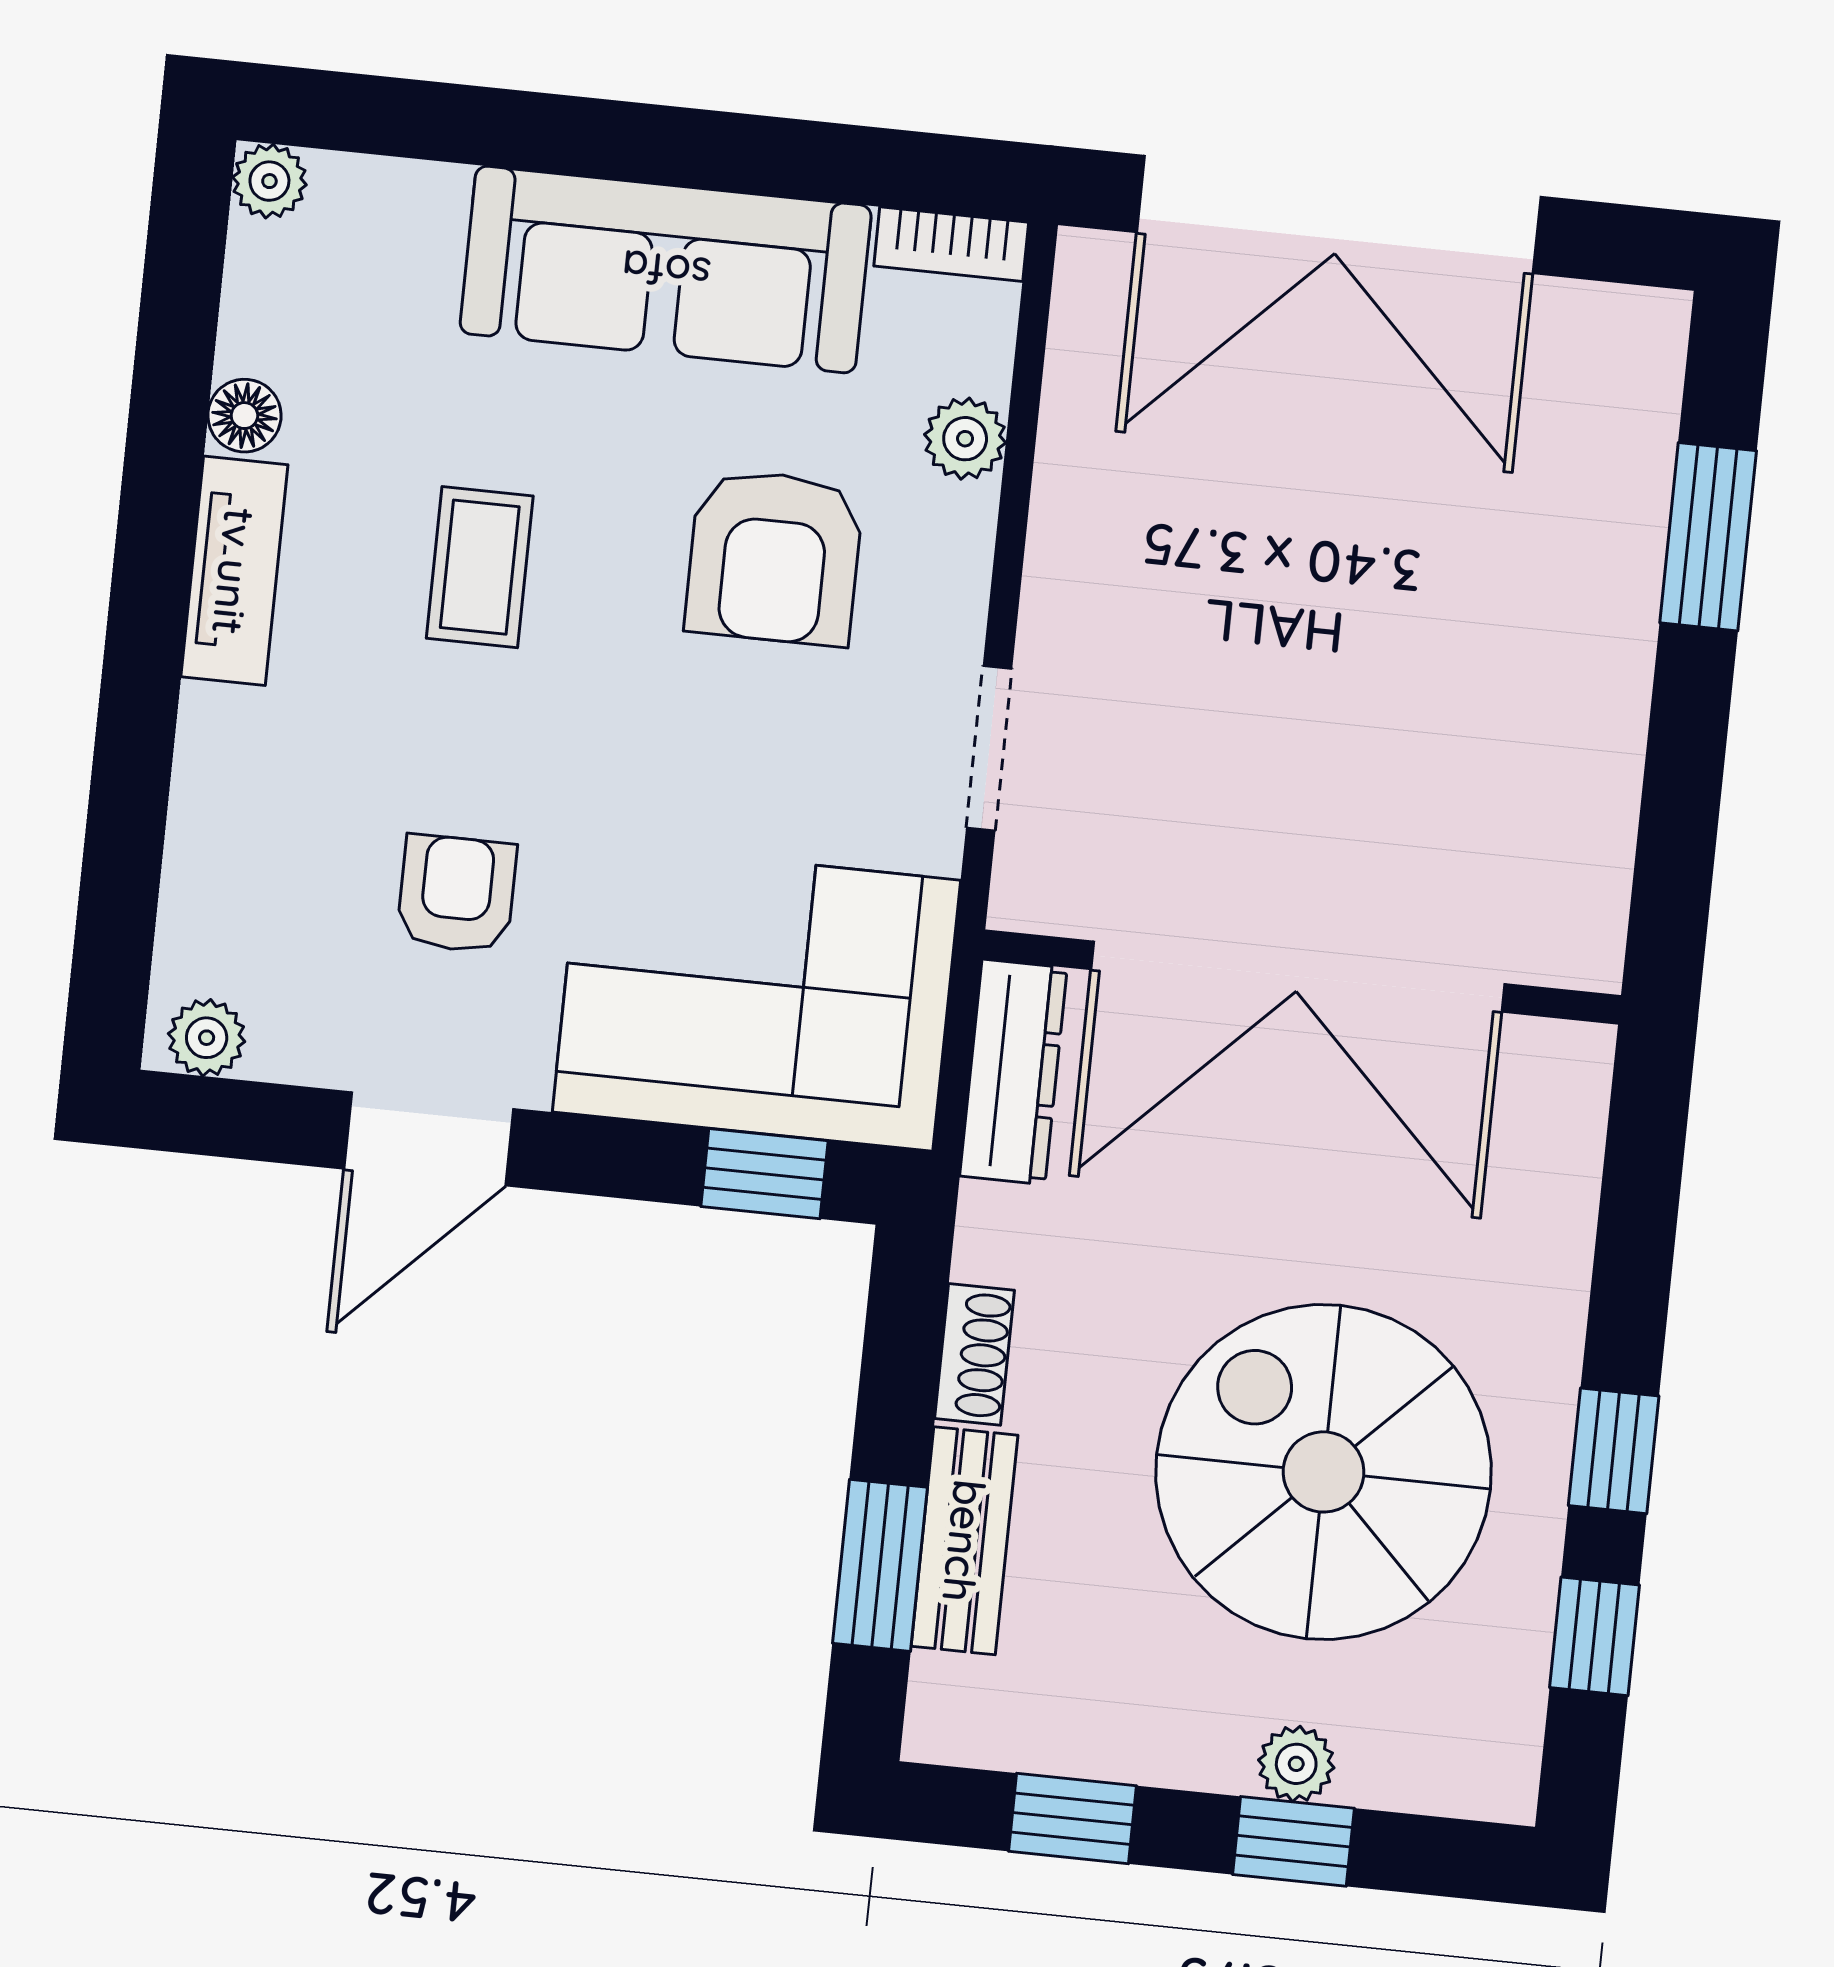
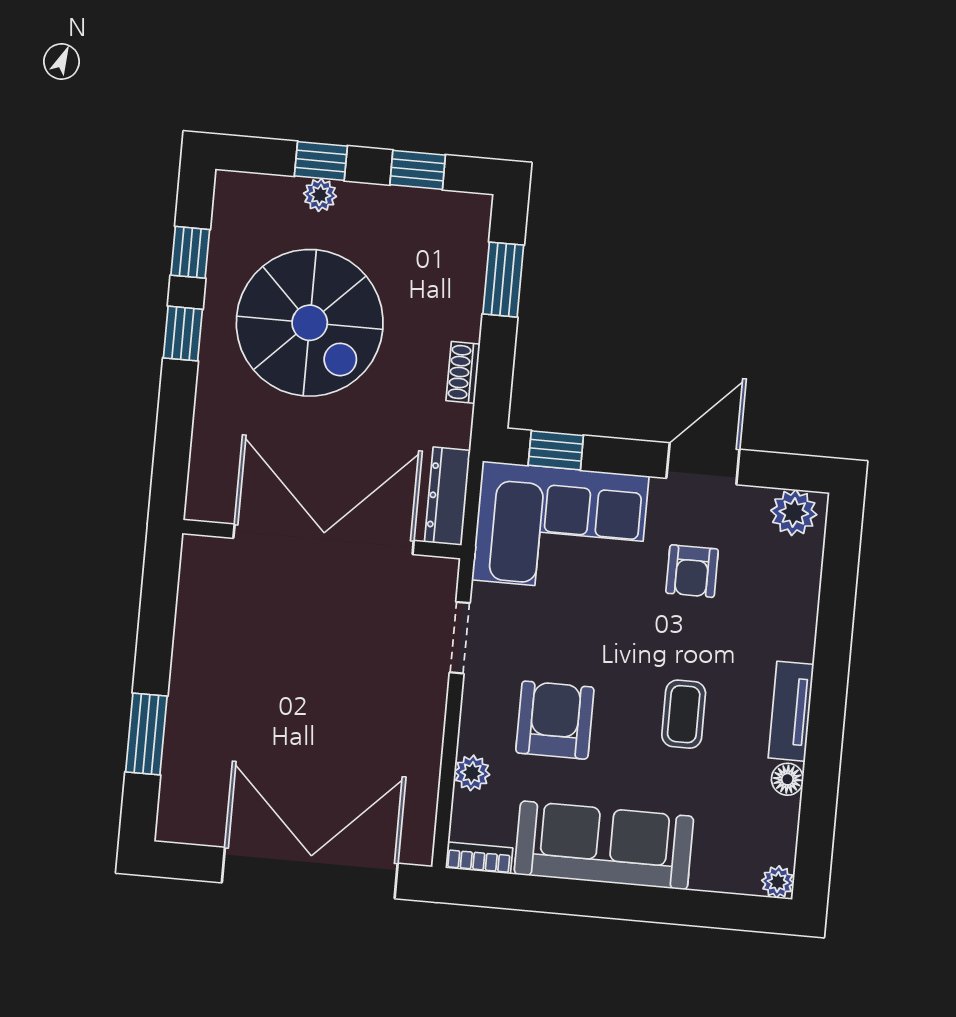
plant: (207, 1038) -> (794, 513), width x1.38, depth x1.38
bench: (964, 1541) -> (466, 291), removed

